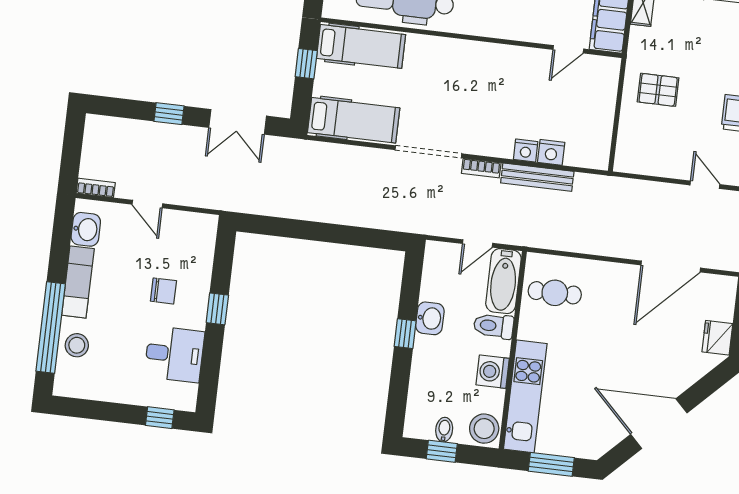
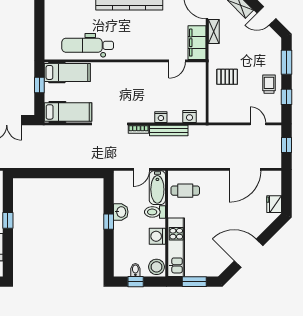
nightstand: (551, 152) -> (190, 117), moved

